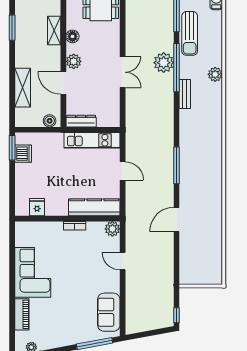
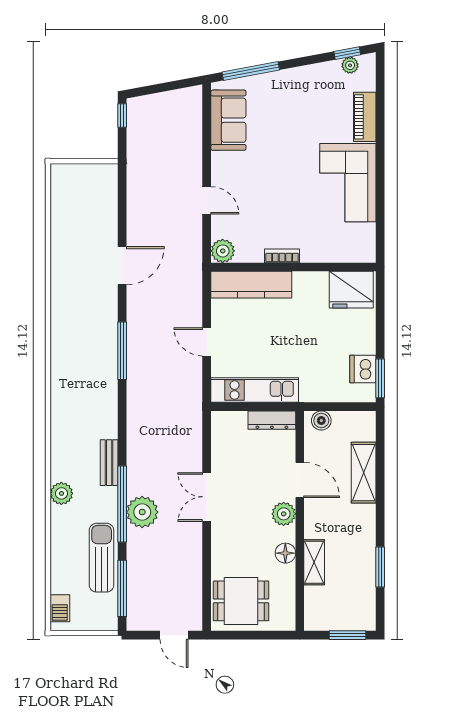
fridge: (37, 207) -> (351, 290), width x1.88, depth x1.34

